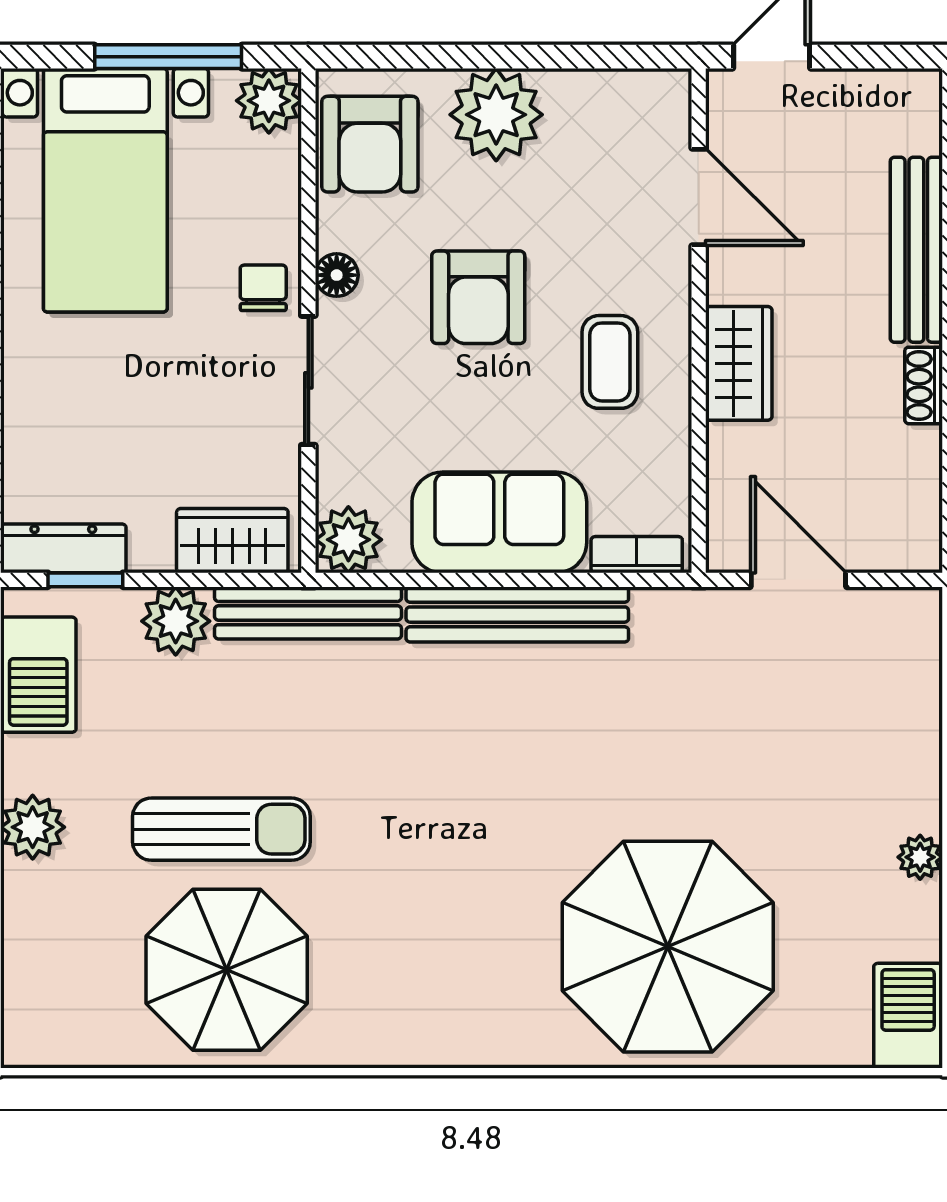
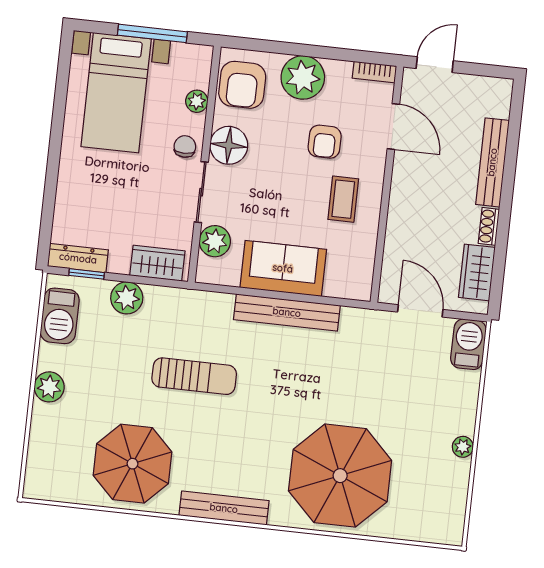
plant: (269, 101) -> (197, 101), moved, width x0.73, depth x0.73
floor lamp: (337, 275) -> (229, 145), width x1.89, depth x1.89
armchair: (478, 297) -> (325, 142), moved, width x0.72, depth x0.72
wardrobe: (739, 363) -> (477, 272), moved, turned 180
plant: (348, 540) -> (215, 241), moved
bookcase: (637, 555) -> (374, 72), moved, turned 180
bench: (308, 613) -> (224, 508), moved
sun lounger: (221, 829) -> (194, 376), moved
barbecue: (908, 1016) -> (468, 344), moved

